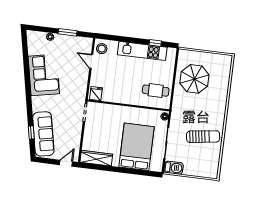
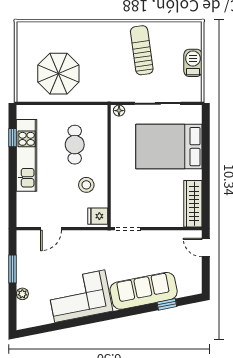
stool: (102, 49) -> (86, 185), moved
cafe table: (156, 91) -> (75, 145), moved
sofa: (43, 134) -> (144, 291), moved
barbecue: (174, 168) -> (193, 63), moved

